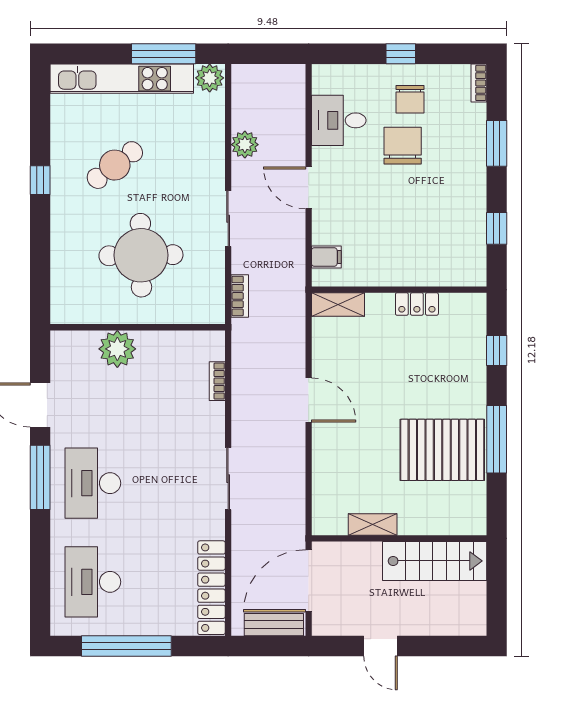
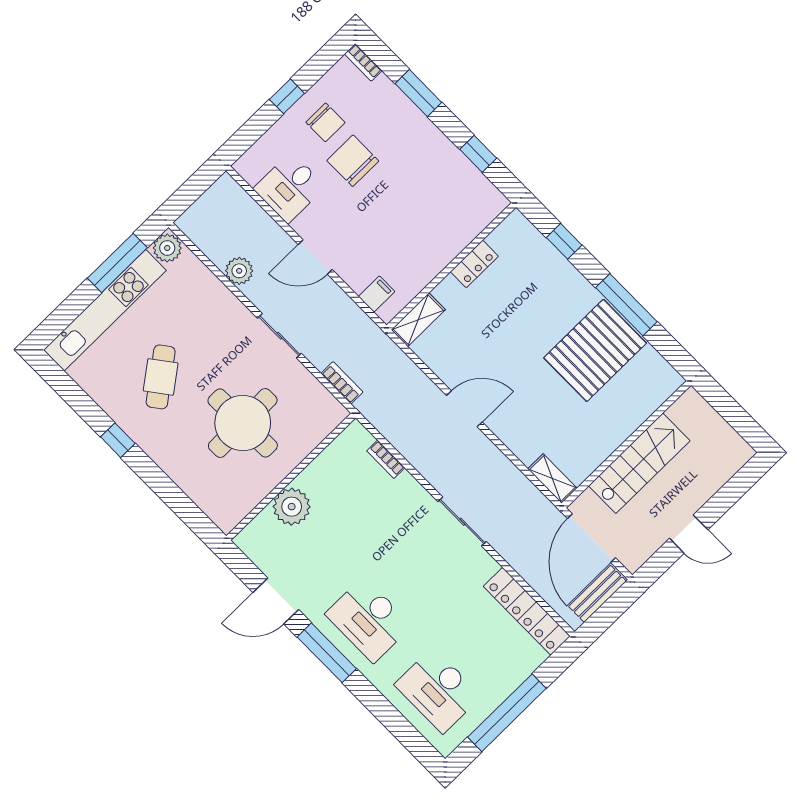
shelving: (373, 524) -> (552, 478), moved, turned 90
stairs: (435, 561) -> (639, 463), moved

